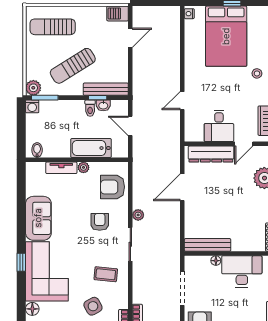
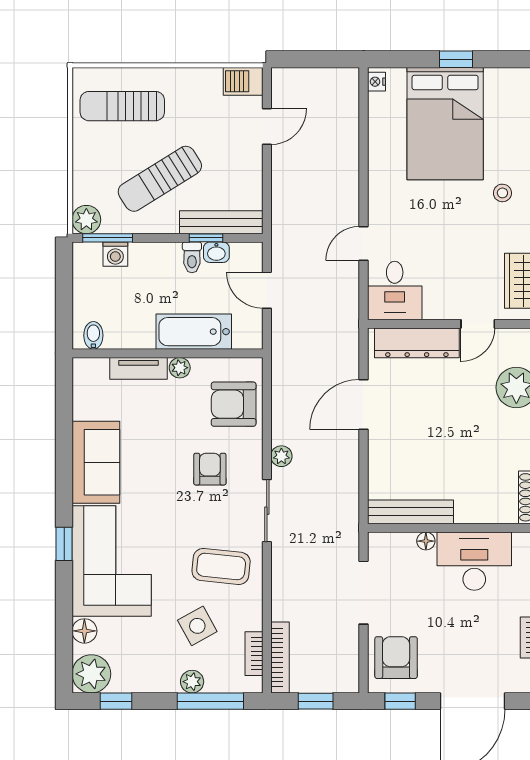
washing machine: (32, 106) -> (115, 254), moved
desk: (219, 126) -> (395, 290), moved
coffee table: (106, 274) -> (221, 566), width x1.36, depth x1.30

